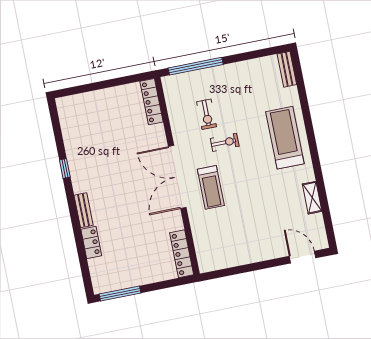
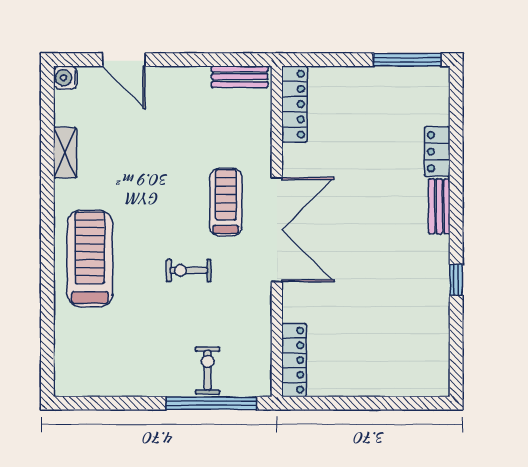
bench: (287, 69) -> (240, 77), moved, turned 90
exercise bike: (207, 114) -> (208, 370), moved
treadmill: (285, 138) -> (90, 259), turned 180
water cooler: (321, 242) -> (65, 78), added
door: (303, 257) -> (124, 60), moved

